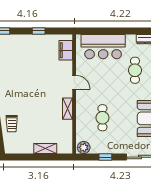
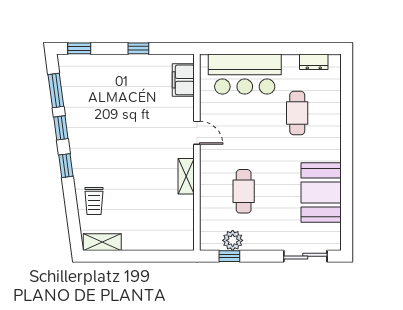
plant: (84, 147) -> (233, 240), moved
shelving: (45, 149) -> (102, 242), moved
window: (105, 157) -> (229, 256), moved

